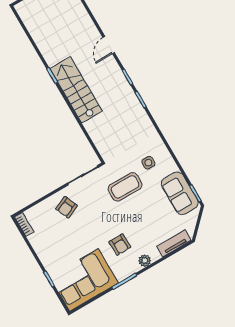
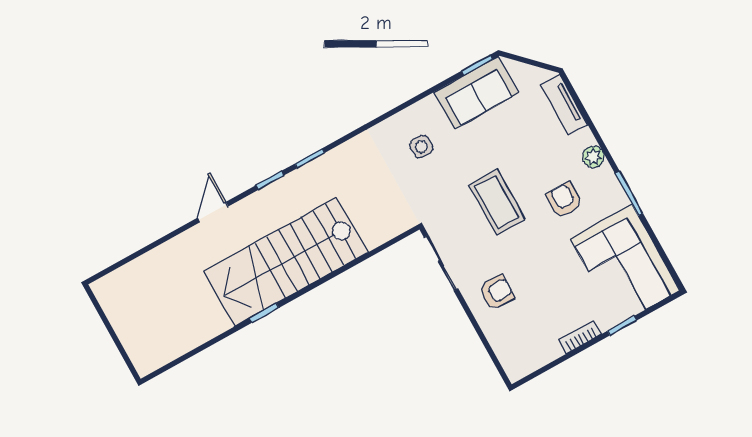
door: (109, 45) -> (213, 212), swing flipped
stairs: (76, 90) -> (285, 262), width x1.36, depth x1.51
coffee table: (125, 187) -> (497, 202), moved
armchair: (67, 207) -> (497, 292), turned -66
bookcase: (24, 224) -> (580, 337), moved
armchair: (120, 245) -> (564, 200), turned -89

